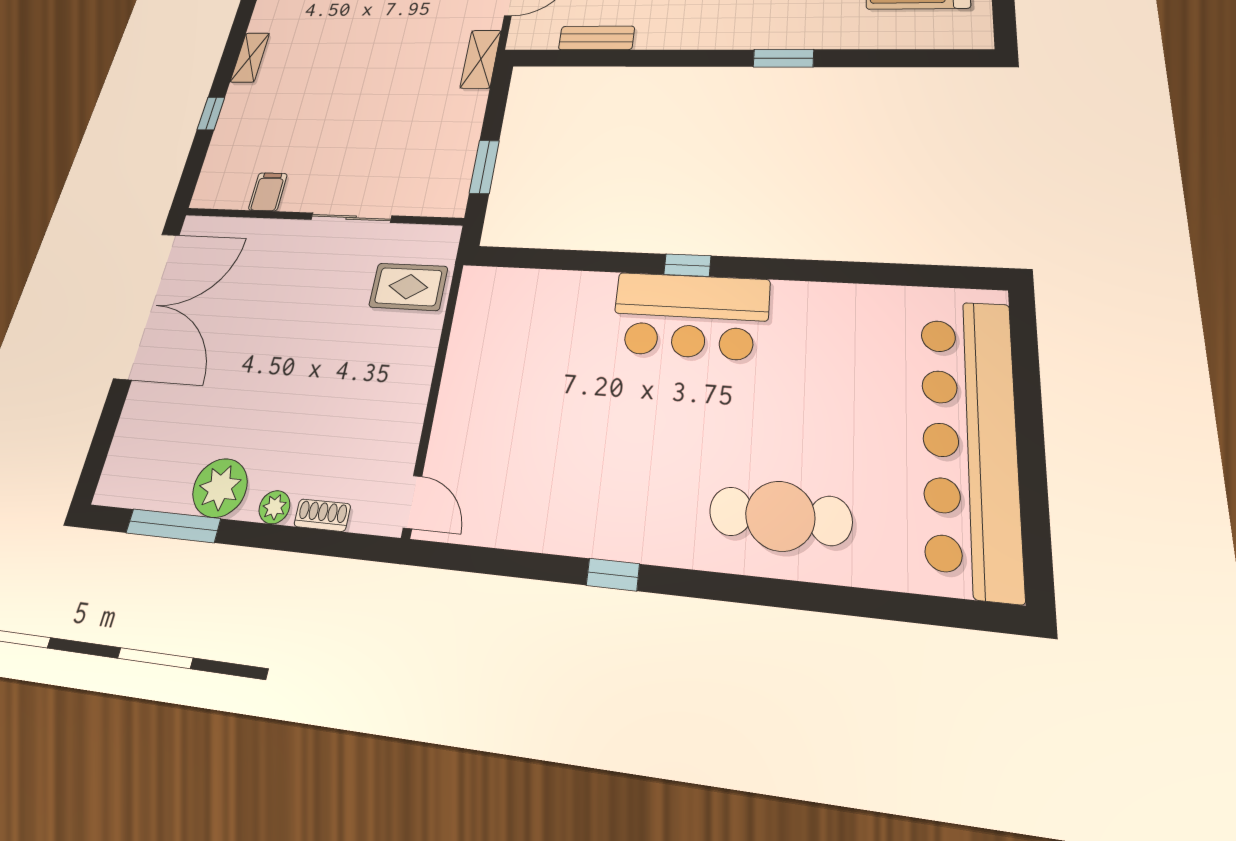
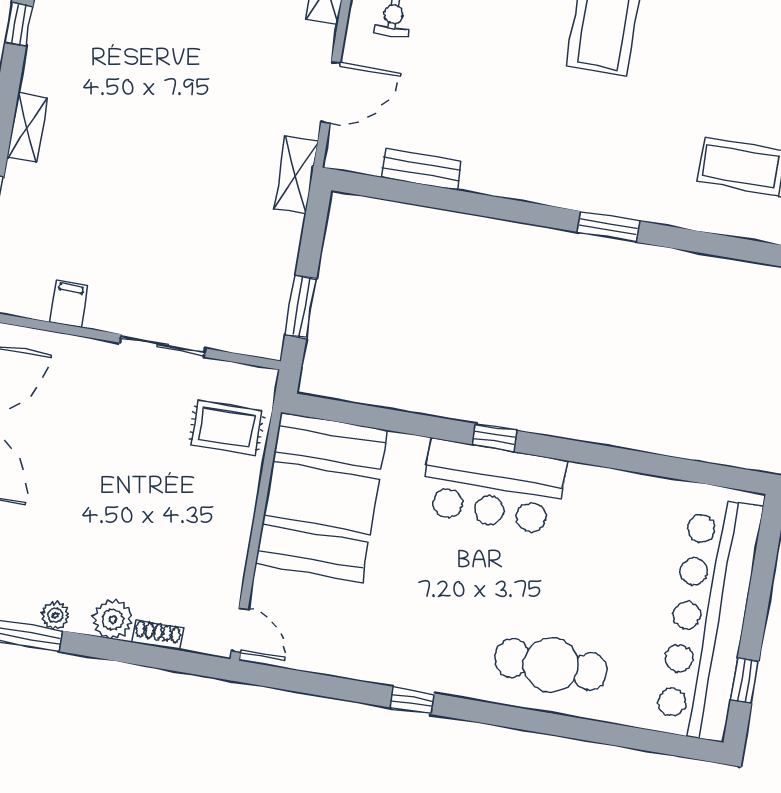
booth: (504, 346) -> (321, 497), added
plant: (220, 488) -> (55, 615), width x0.53, depth x0.53
plant: (274, 507) -> (113, 619), width x1.38, depth x1.38
window: (1035, 518) -> (745, 681), added

